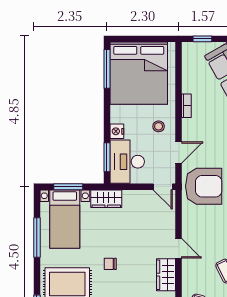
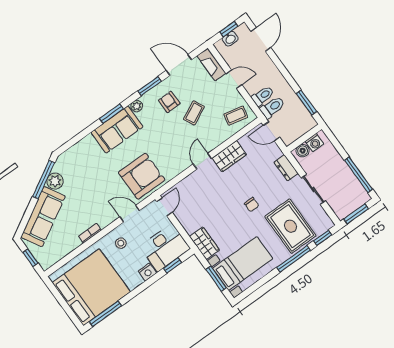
window: (107, 157) -> (172, 265), width x0.67
armchair: (204, 186) -> (142, 176), turned 90
window: (37, 237) -> (294, 259), moved

